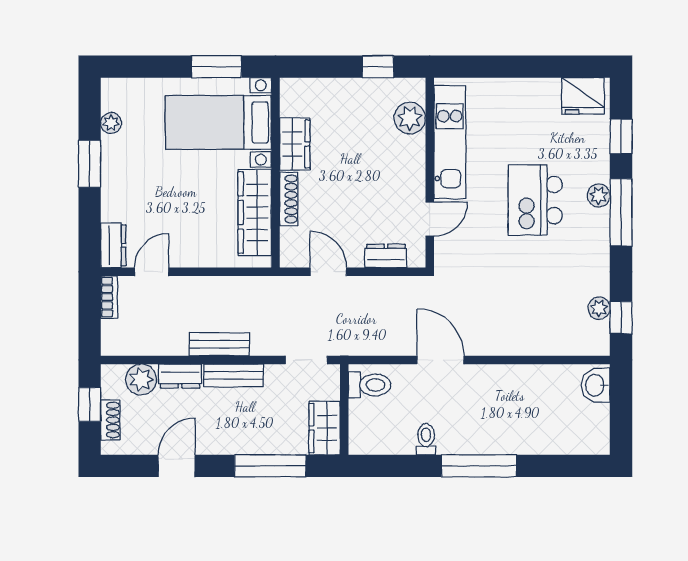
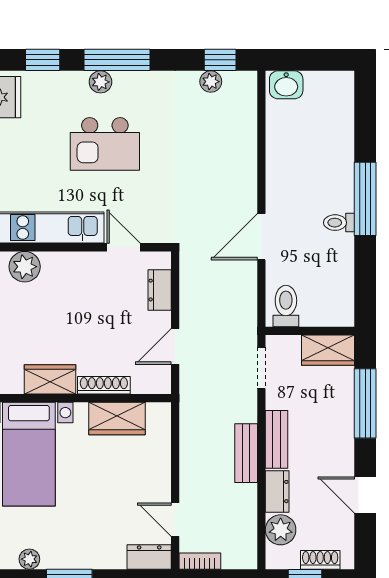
wardrobe: (255, 213) -> (117, 419), width x0.67
toilet: (426, 439) -> (339, 223), moved

